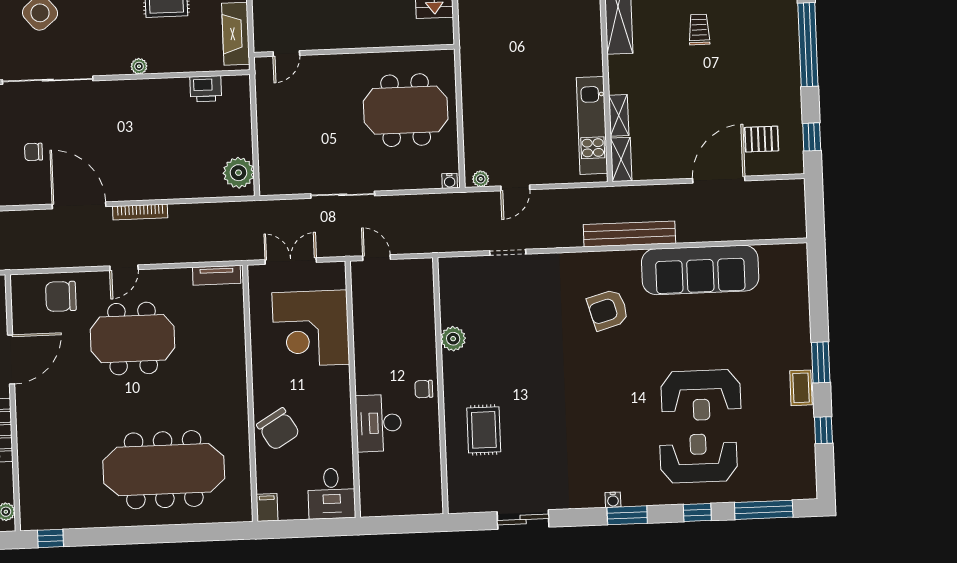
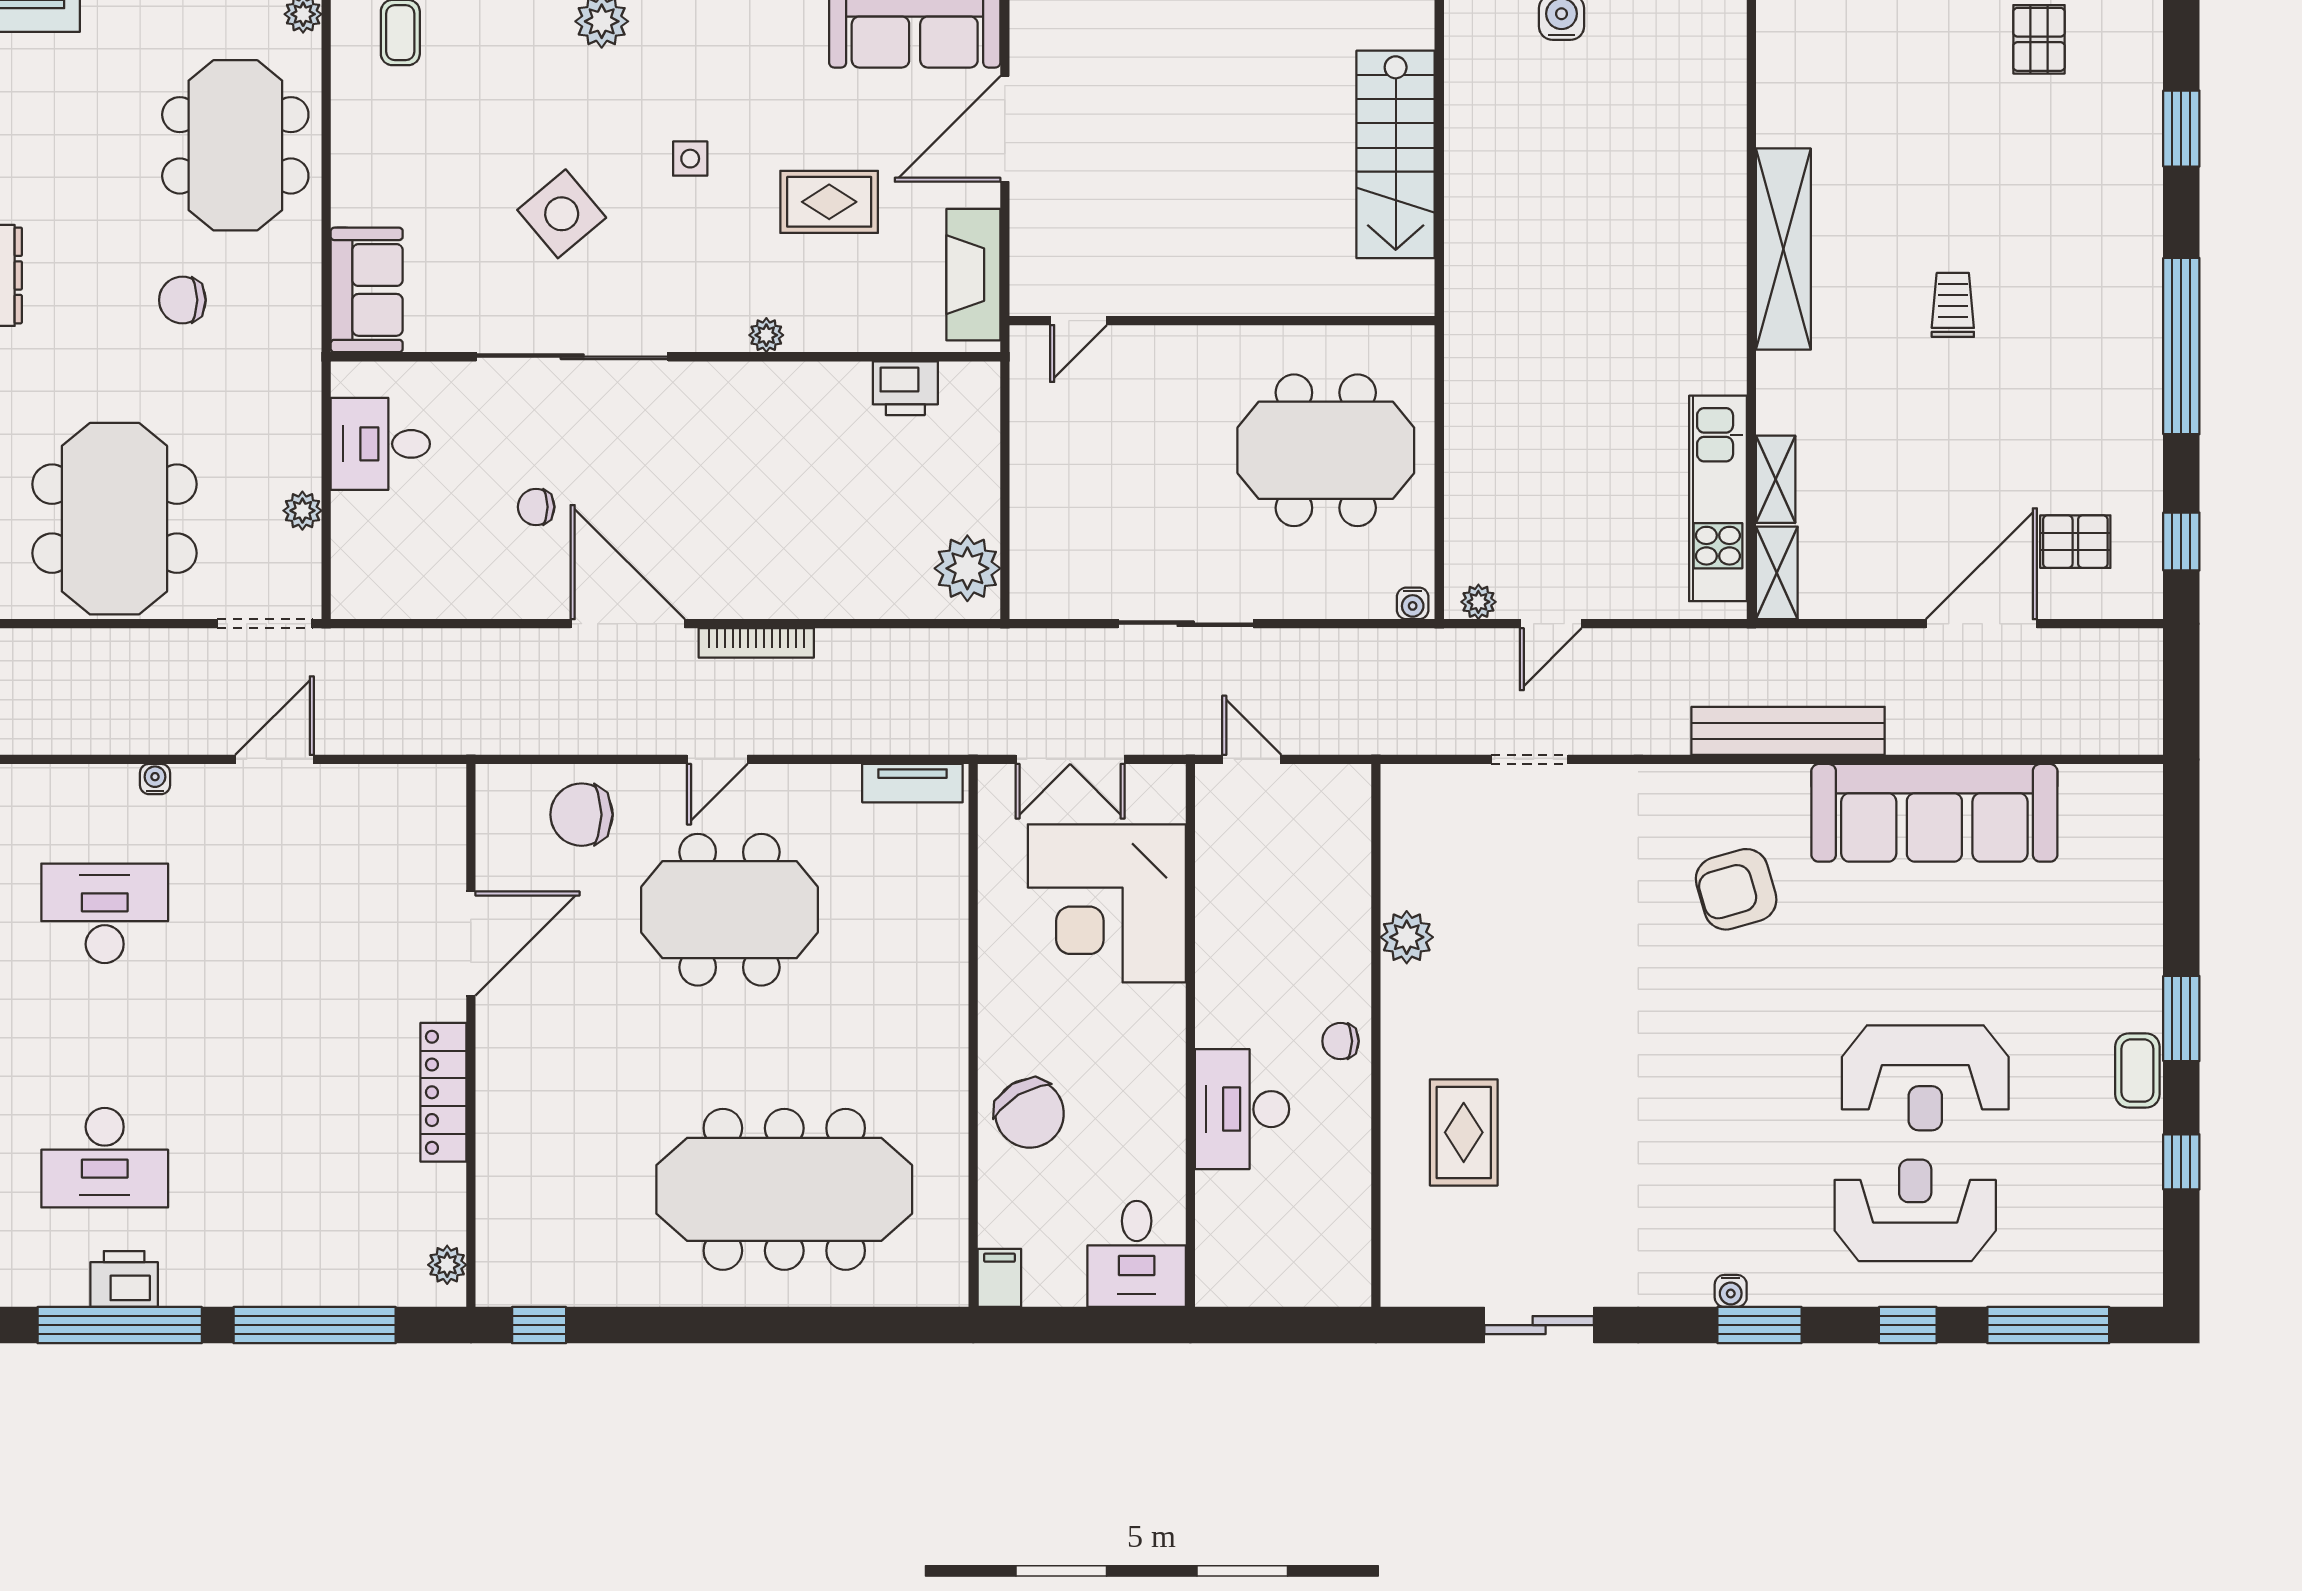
double door: (291, 261) -> (1070, 759), swing flipped

